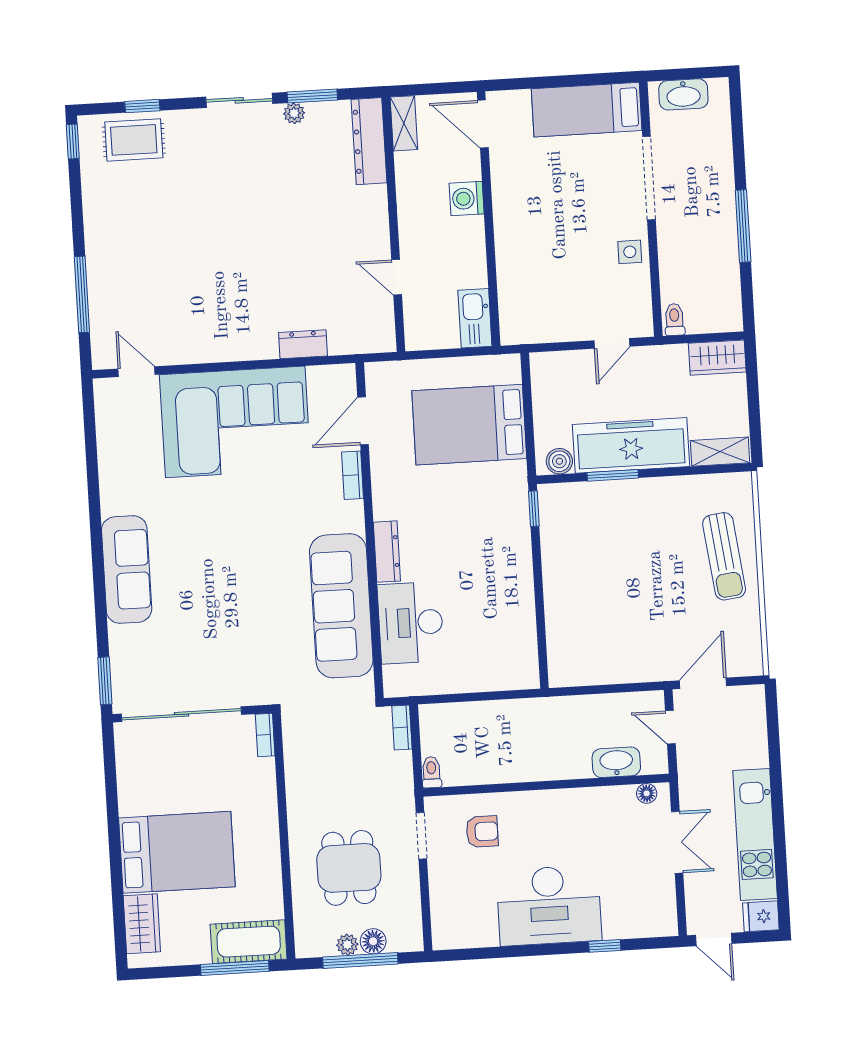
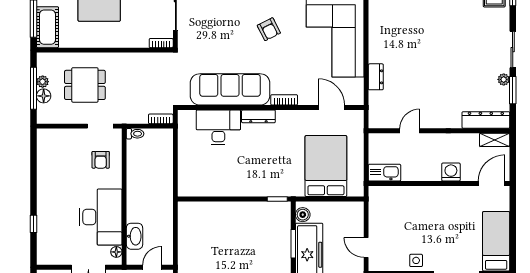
bookcase: (353, 475) -> (284, 100), moved
armchair: (229, 542) -> (269, 29), added
desk: (549, 905) -> (101, 217), moved, turned 180

